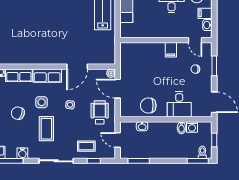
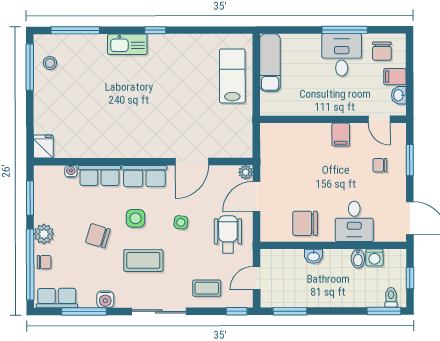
door: (118, 89) -> (256, 197), hinge flipped
washbasin: (142, 126) -> (314, 256), moved
coffee table: (46, 129) -> (143, 260), turned 90
door: (118, 140) -> (257, 278), hinge flipped
window: (94, 161) -> (237, 311), moved

